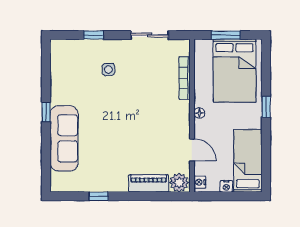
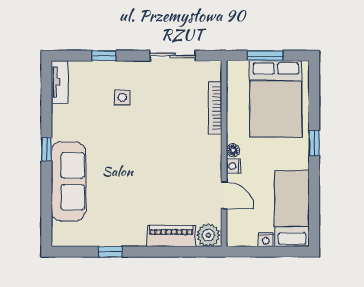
tv unit: (57, 57) -> (60, 82), added
nightstand: (200, 182) -> (234, 166), moved

